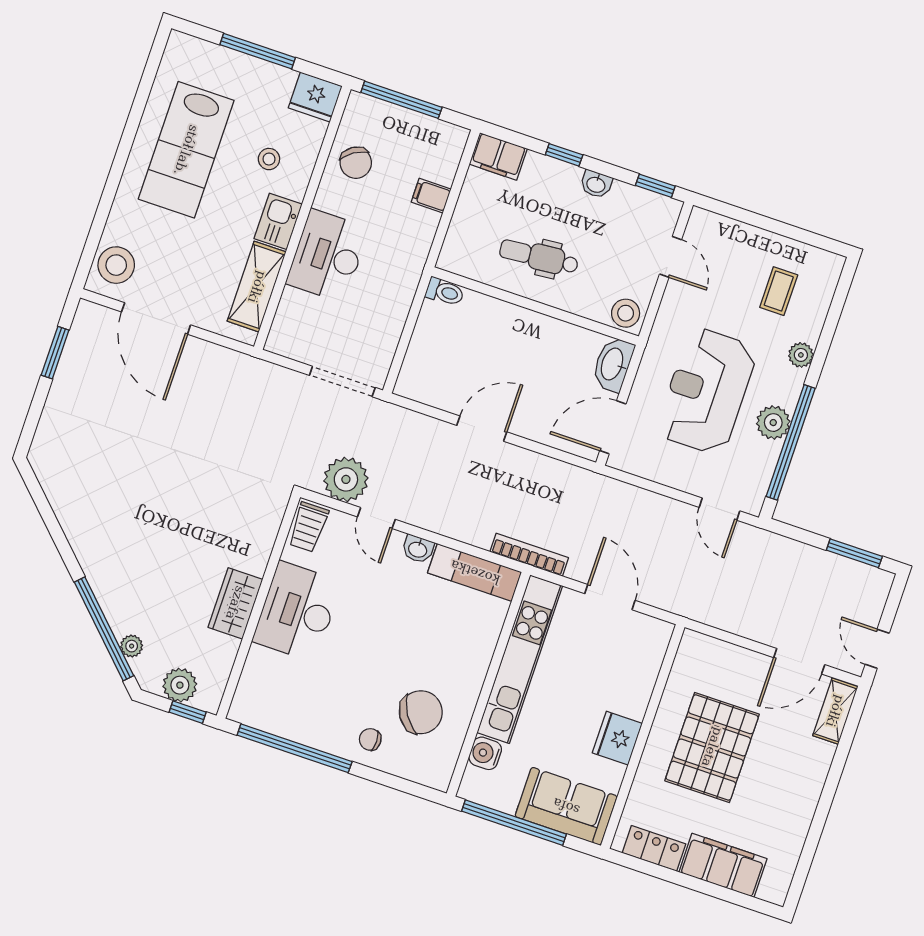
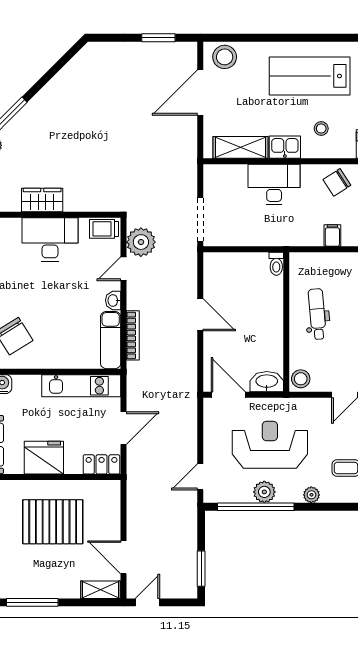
bookcase: (529, 555) -> (133, 335), moved
locker: (652, 648) -> (102, 464), added
kitchen unit: (520, 659) -> (81, 386), width x0.73
fridge: (617, 738) -> (44, 458), width x1.36, depth x1.34
window: (820, 817) -> (32, 602), added

